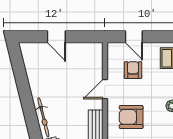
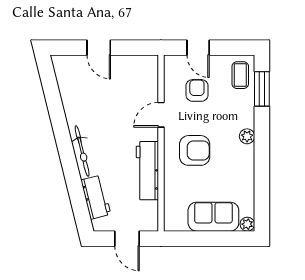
armchair: (131, 117) -> (195, 150), turned 180

